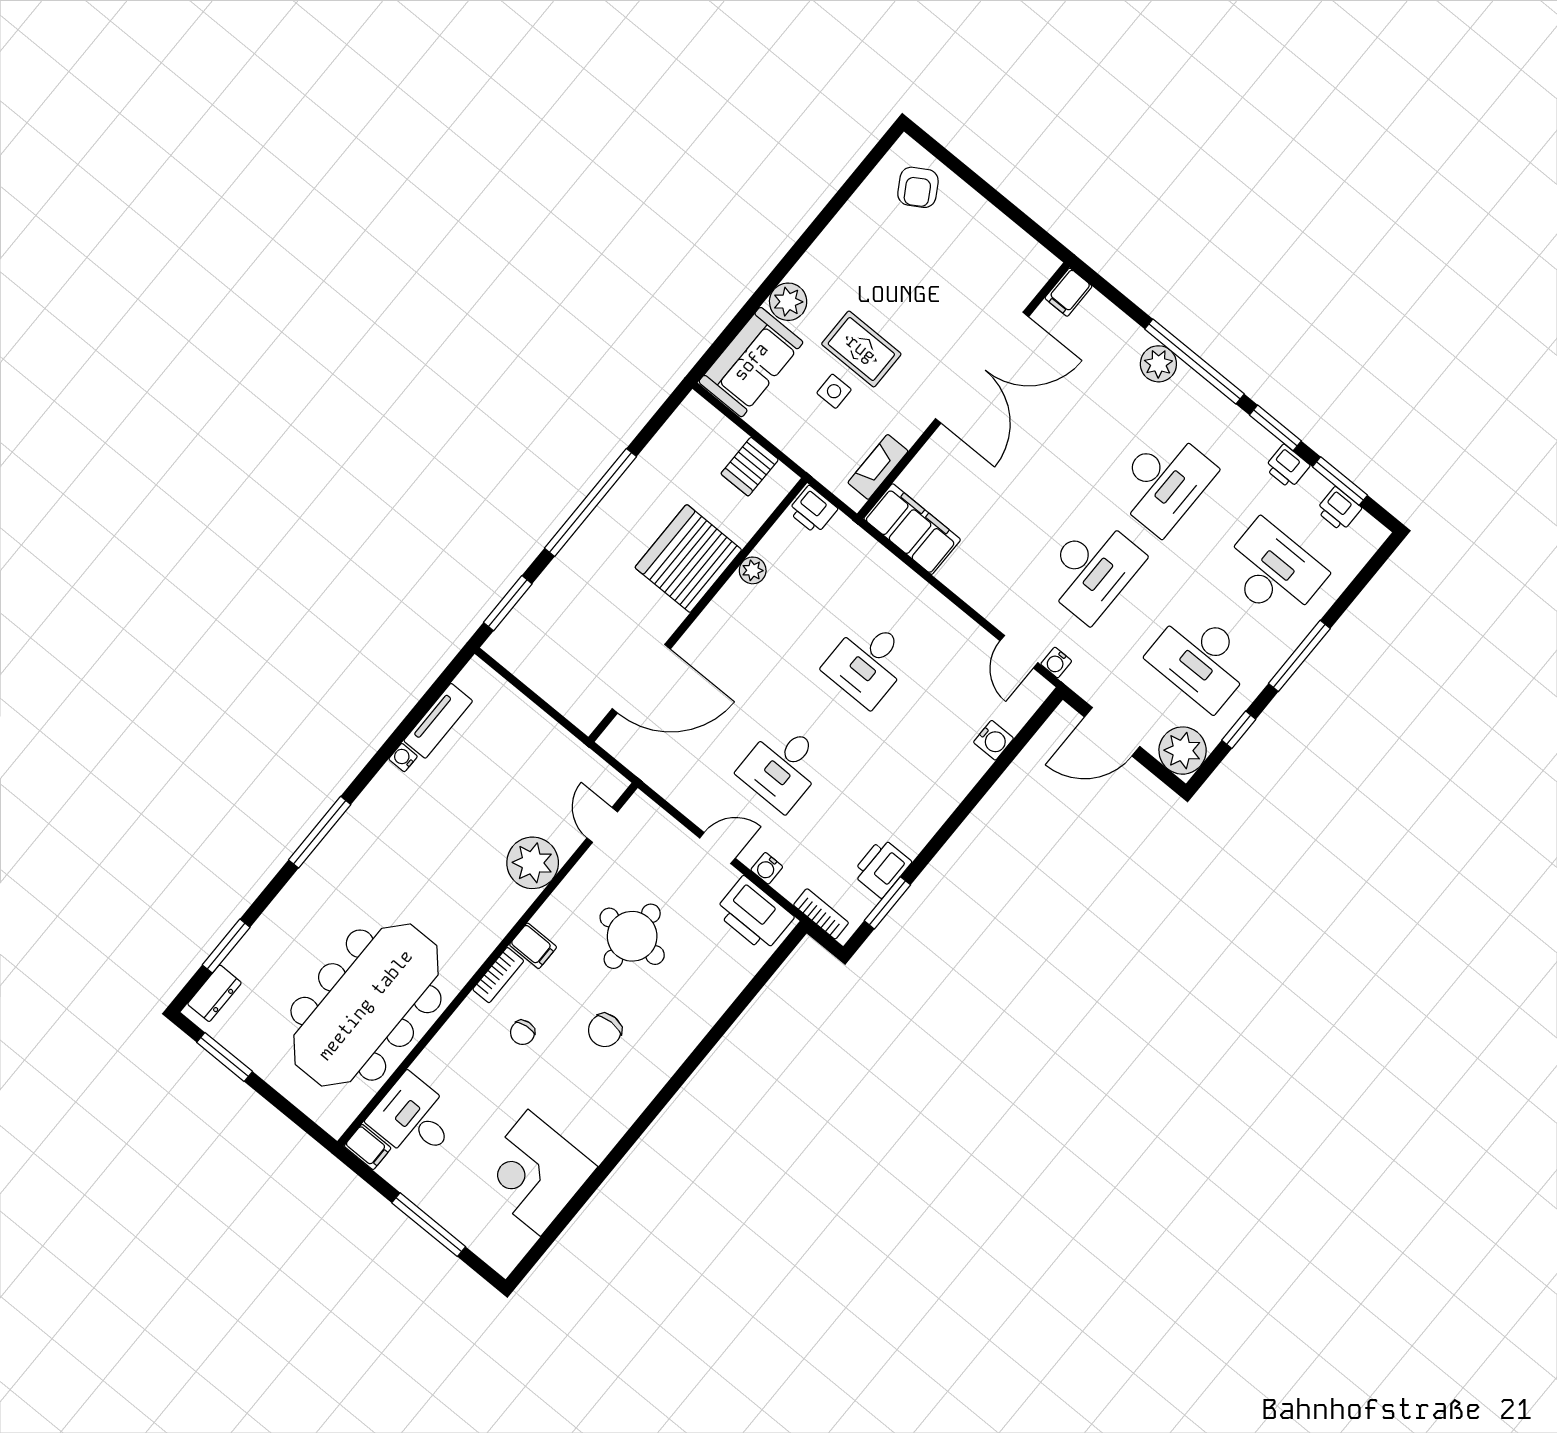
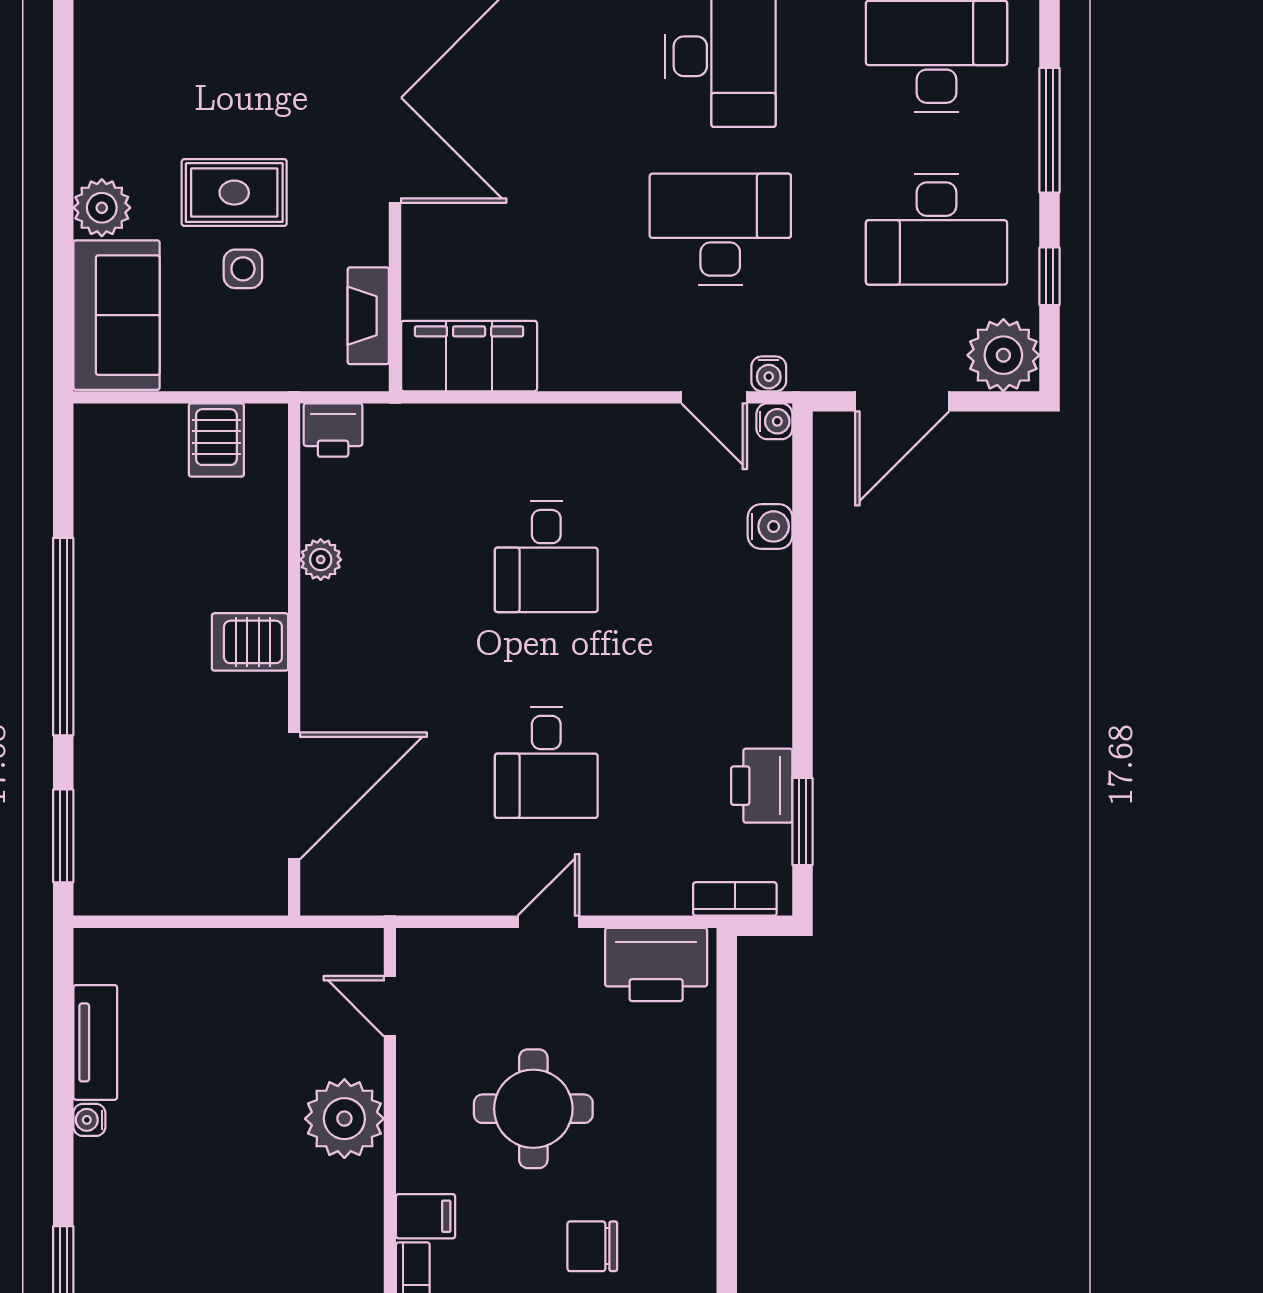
server rack: (688, 559) -> (250, 642), width x0.46, depth x0.70
desk: (1092, 569) -> (720, 229), turned -90
water cooler: (767, 868) -> (774, 421), moved, turned -90
chair: (605, 1030) -> (592, 1246), turned 90

